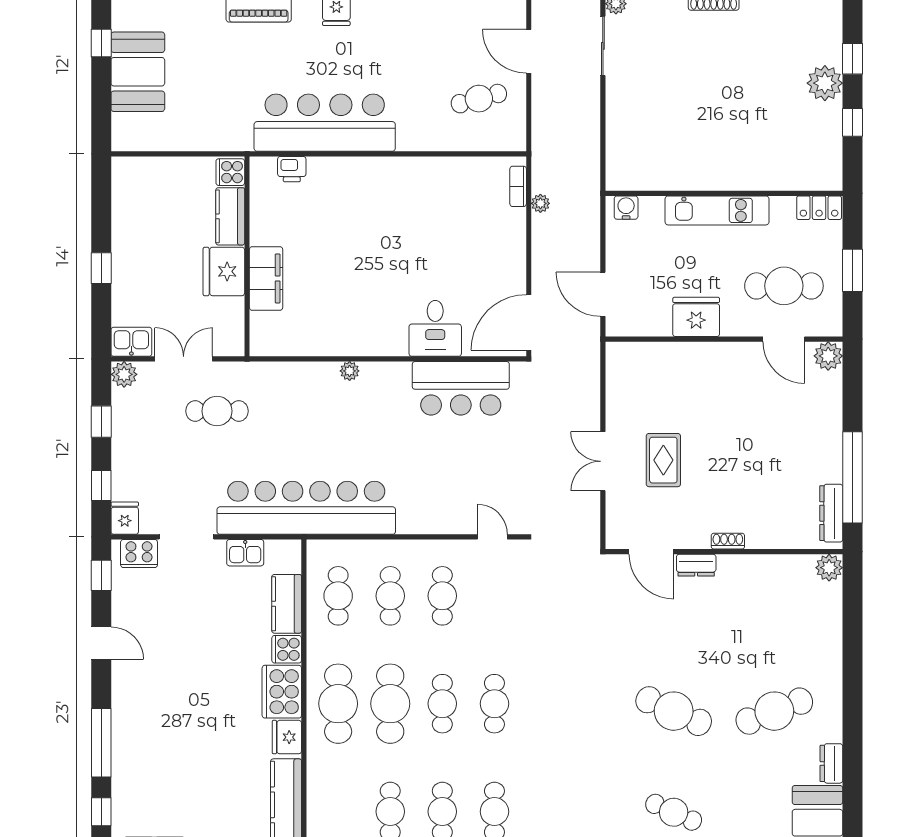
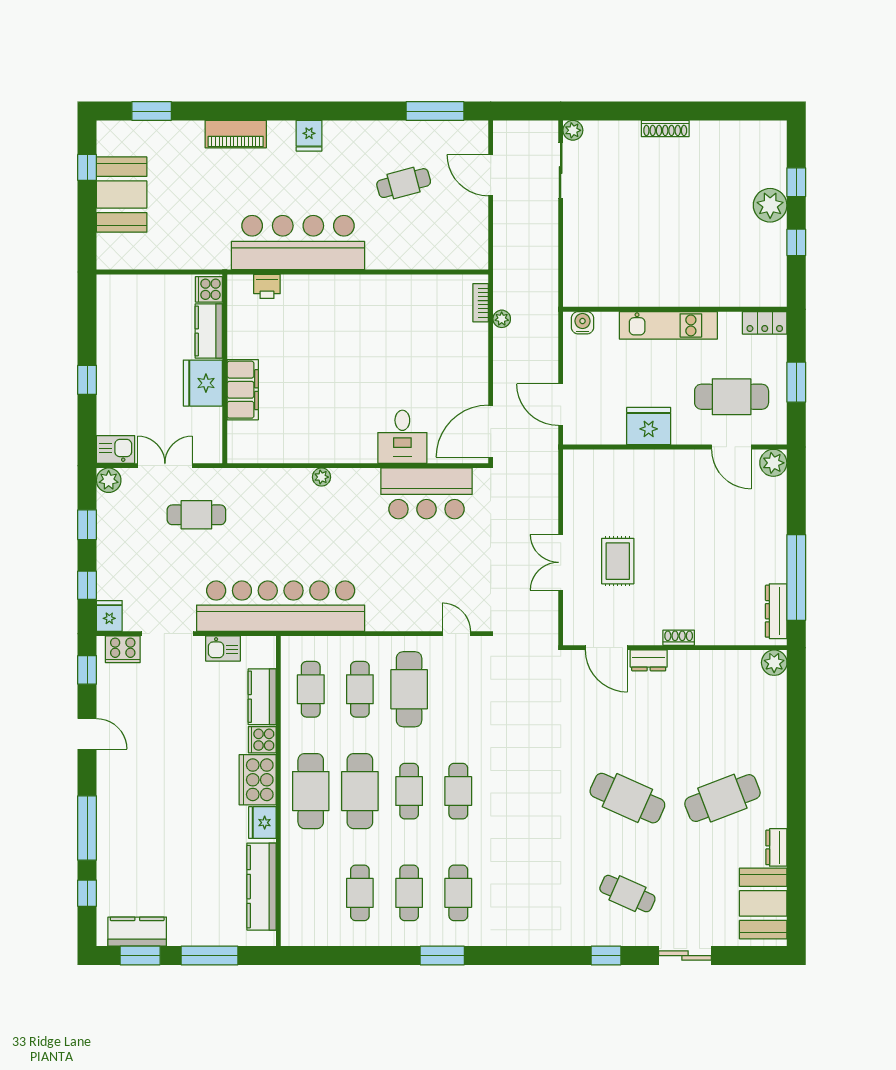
cafe table: (479, 99) -> (404, 183), moved
cafe table: (442, 596) -> (409, 689), width x1.37, depth x1.35

